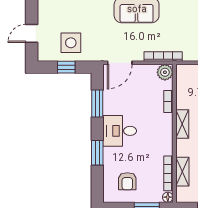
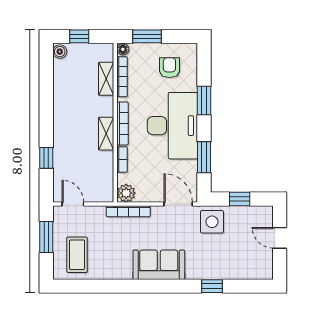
door: (32, 33) -> (280, 238), swing flipped
side table: (71, 43) -> (212, 222), moved
door: (120, 63) -> (178, 204), hinge flipped
desk: (120, 131) -> (172, 126), width x1.87, depth x1.30
bookcase: (168, 133) -> (122, 124), added

